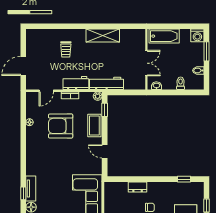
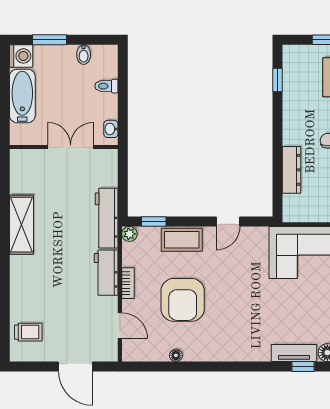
bathtub: (164, 36) -> (22, 96), moved
trolley: (66, 49) -> (28, 332), moved
dresser: (138, 187) -> (291, 170), width x1.44

